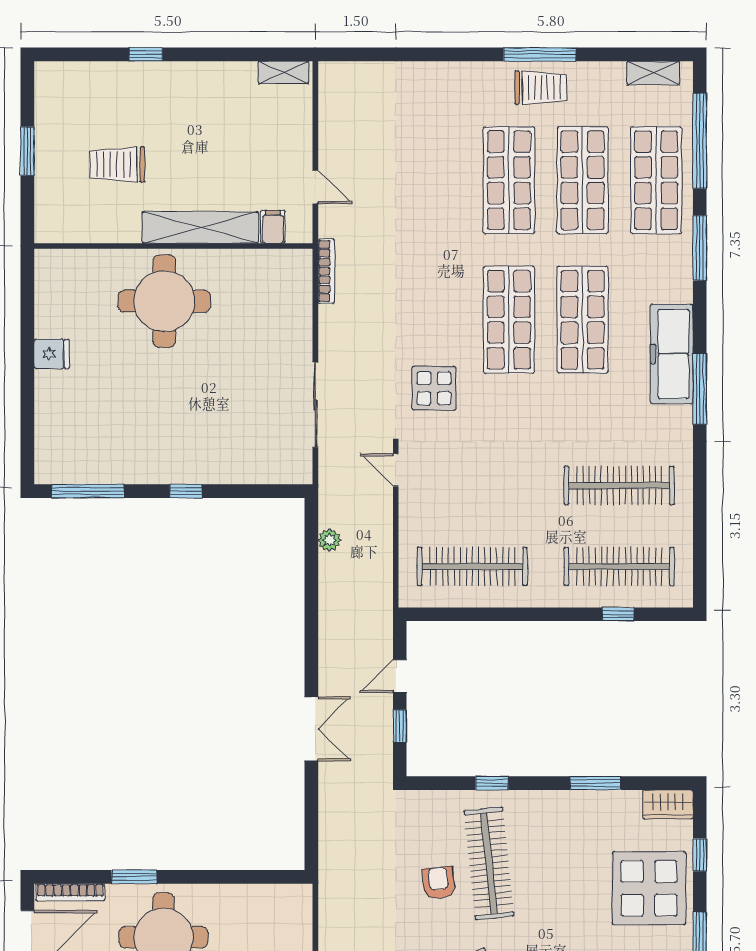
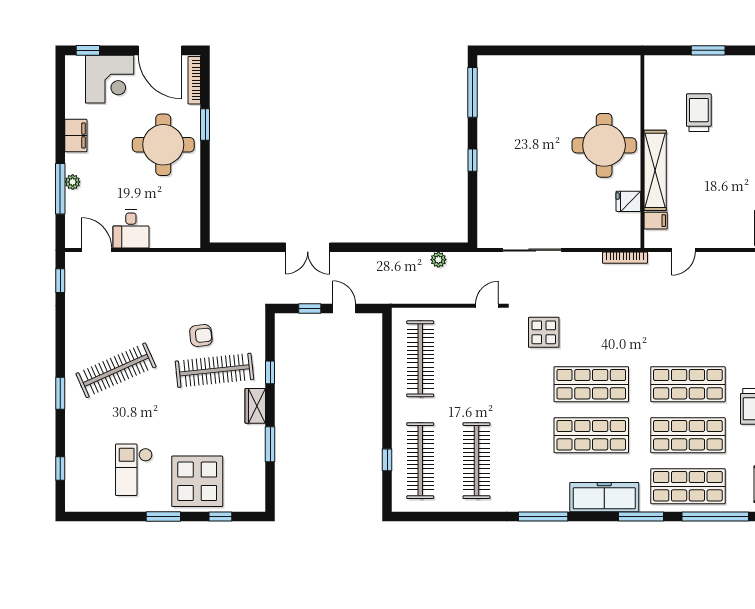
fridge: (52, 354) -> (628, 201), moved, turned 90
freezer: (672, 354) -> (604, 497), moved
wardrobe: (668, 804) -> (255, 406), moved

